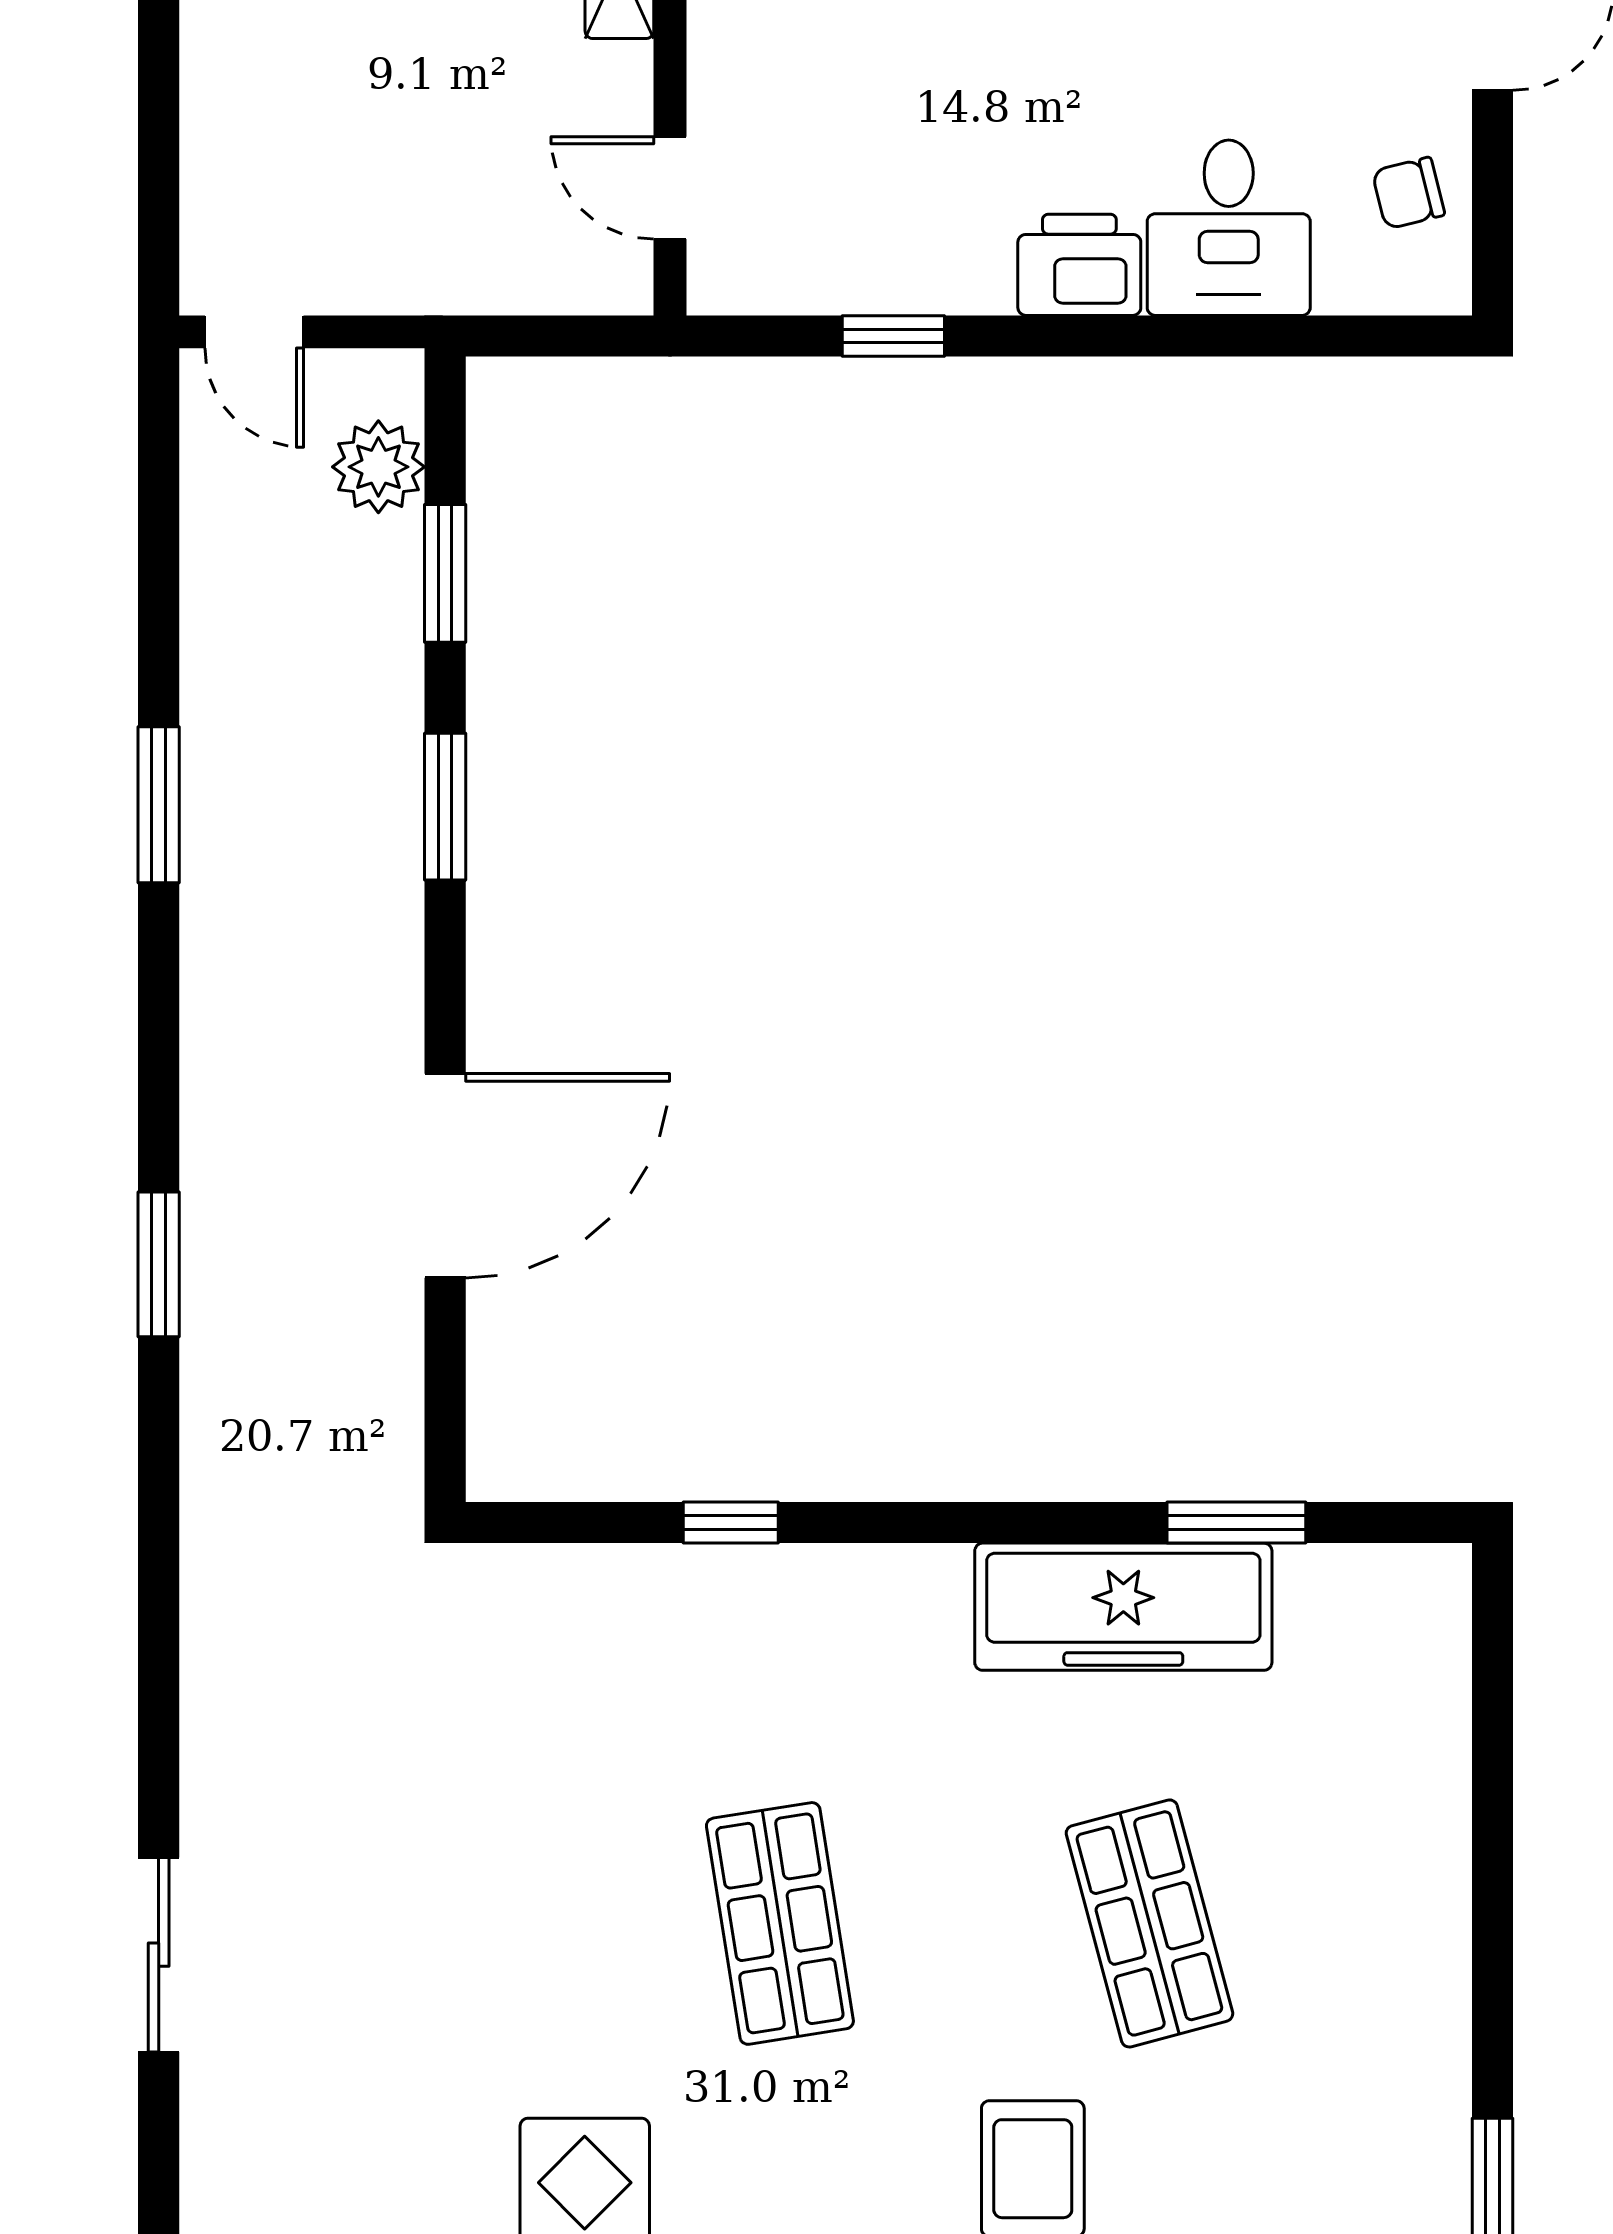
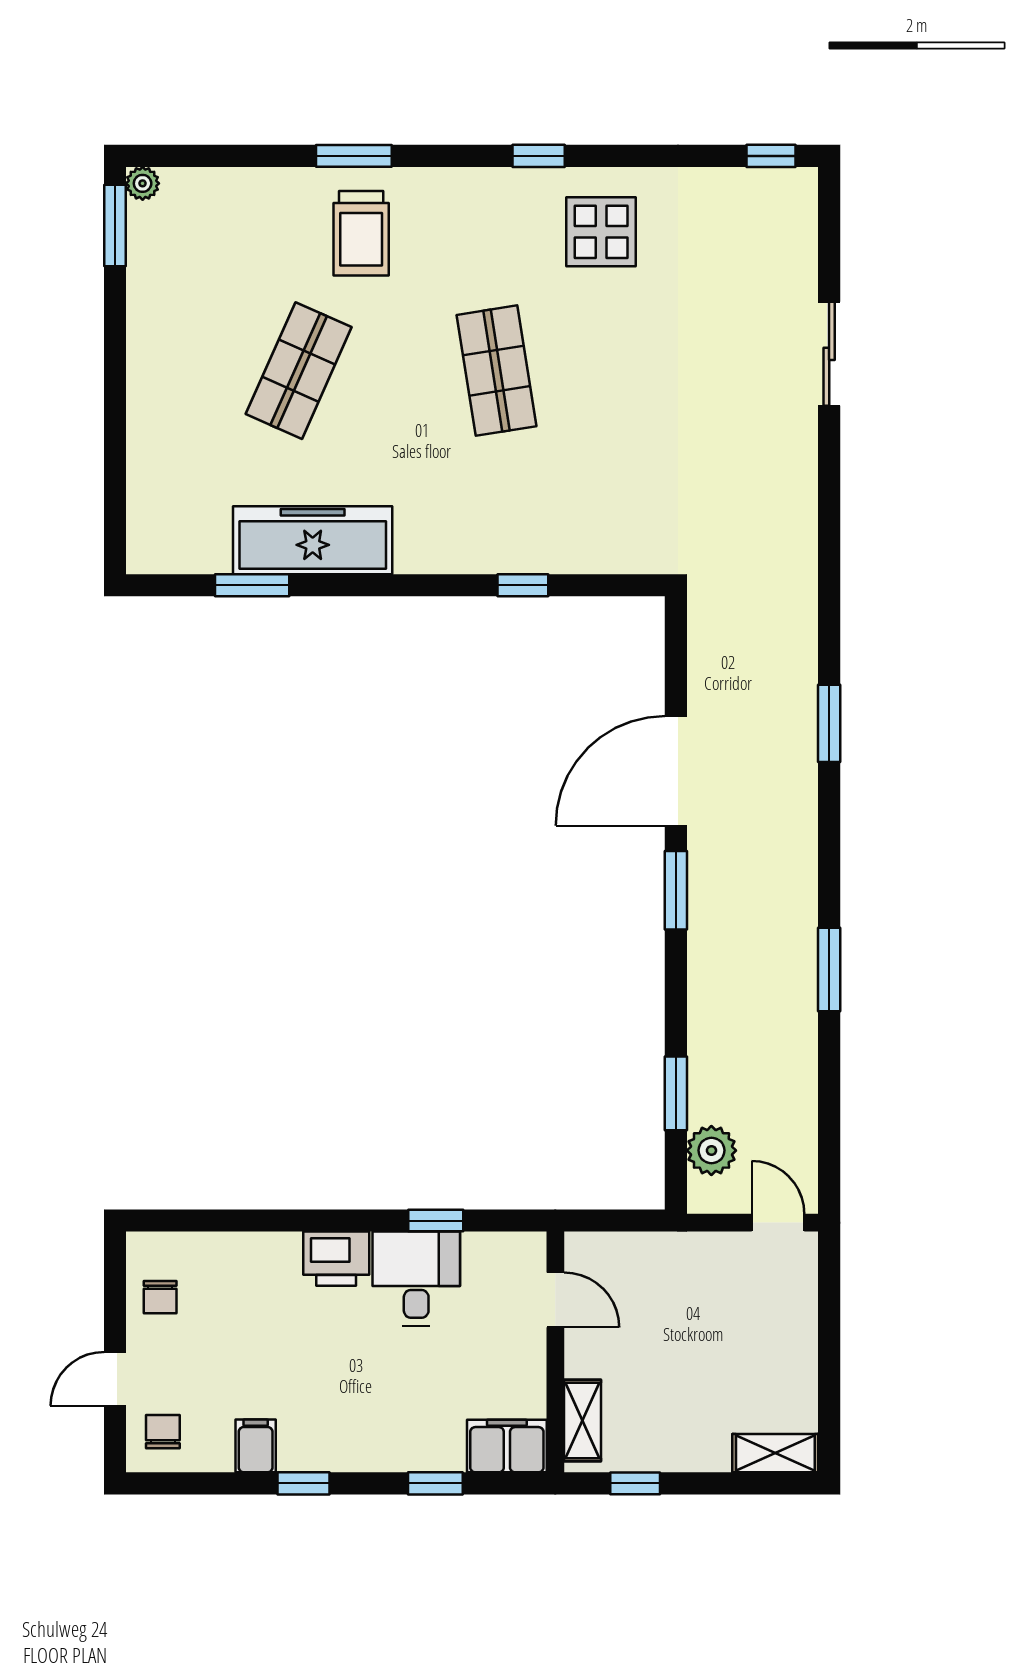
chair: (1408, 193) -> (160, 1297), turned 104
desk: (1229, 228) -> (416, 1279), moved
window: (445, 807) -> (676, 890), moved
shop shelf: (1149, 1923) -> (299, 371), turned 39

